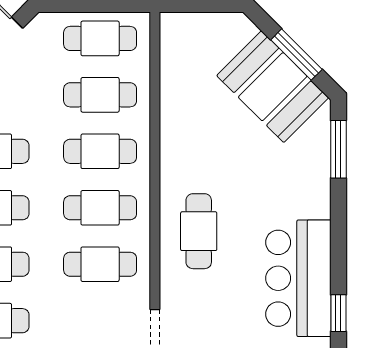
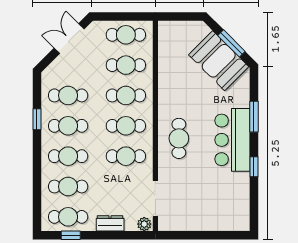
window: (338, 149) -> (254, 117), moved
bar counter: (298, 278) -> (232, 140), moved
window: (338, 313) -> (254, 167), moved

